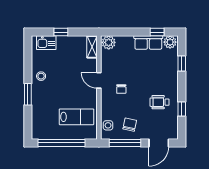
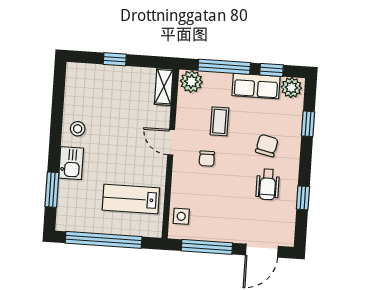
window: (128, 32) -> (224, 67), added
kitchen sink: (46, 43) -> (71, 163), moved, turned -90
coffee table: (127, 66) -> (220, 121), added
window: (28, 94) -> (52, 190), moved
wheelchair: (160, 102) -> (268, 184), turned -90
lab bench: (77, 117) -> (131, 199), turned 180
chair: (130, 125) -> (267, 146), moved

